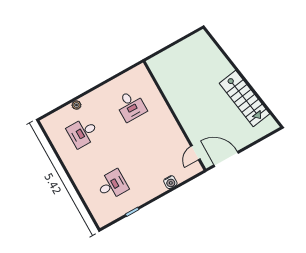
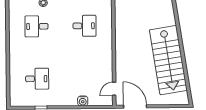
stairs: (244, 99) -> (168, 60), width x1.36, depth x1.51
desk: (131, 106) -> (84, 26), turned -90

